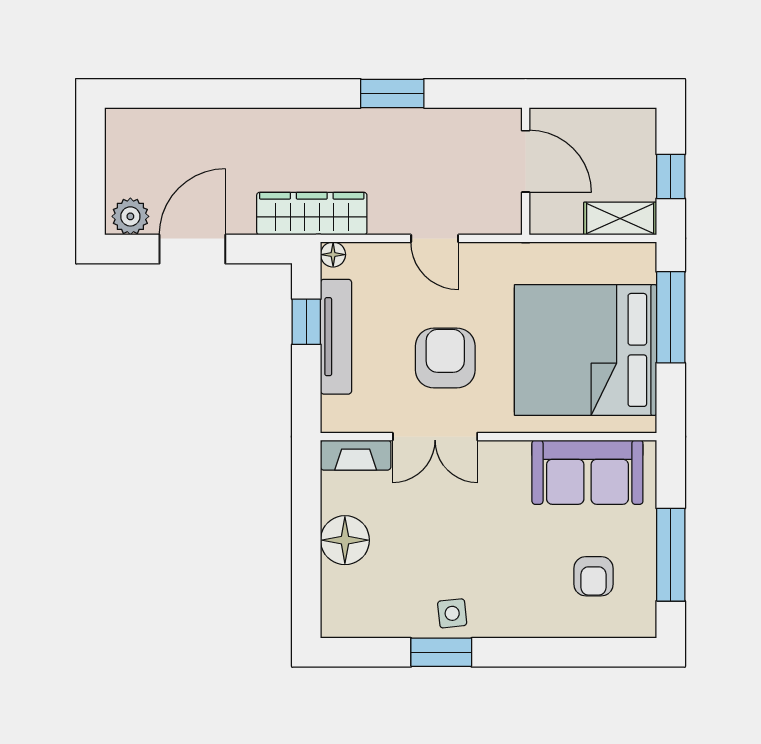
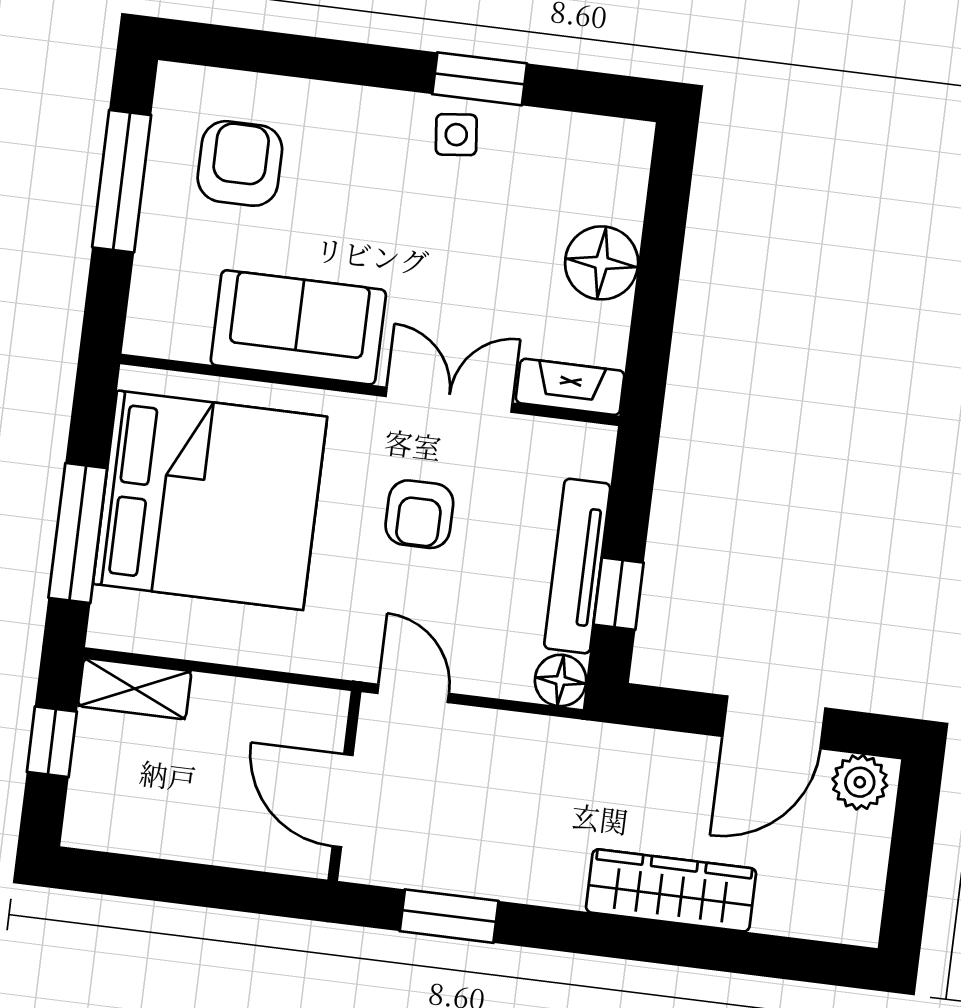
door: (526, 161) -> (343, 801), moved
wall: (526, 171) -> (344, 786), moved
wardrobe: (312, 214) -> (671, 890), moved, turned 180
floor lamp: (333, 255) -> (561, 680), width x1.37, depth x1.37
armchair: (445, 358) -> (419, 514), width x0.72, depth x0.72
sofa: (587, 472) -> (298, 327), moved
armchair: (594, 576) -> (240, 163), width x1.38, depth x1.38

